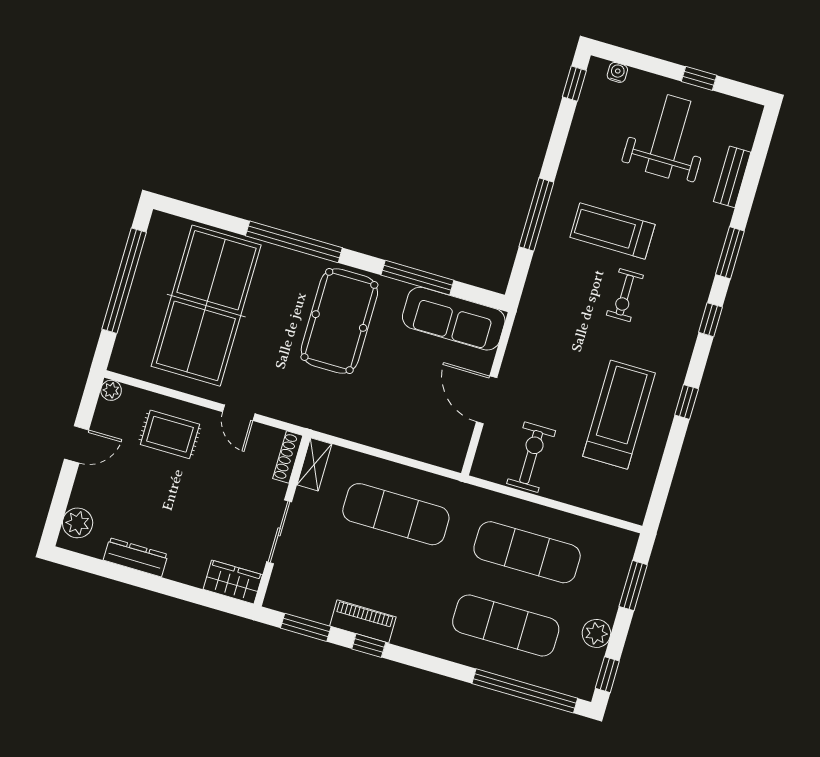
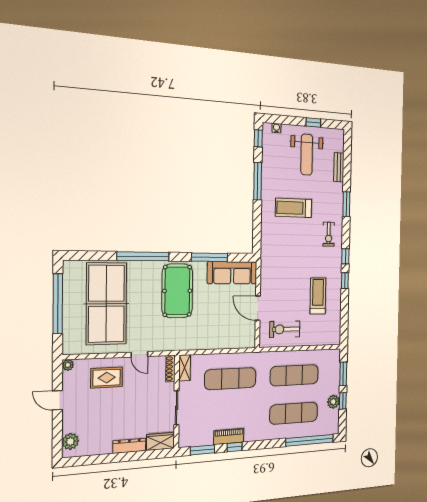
weight bench: (668, 136) -> (307, 155), turned 180
window: (536, 214) -> (258, 181), moved
exercise bike: (625, 295) -> (329, 234), moved
window: (710, 320) -> (345, 256), moved
treadmill: (619, 415) -> (318, 296), width x0.73, depth x0.73
door: (77, 444) -> (57, 400), swing flipped
exercise bike: (531, 457) -> (285, 329), turned -90
dresser: (136, 557) -> (129, 446), moved
window: (607, 675) -> (343, 401), moved

